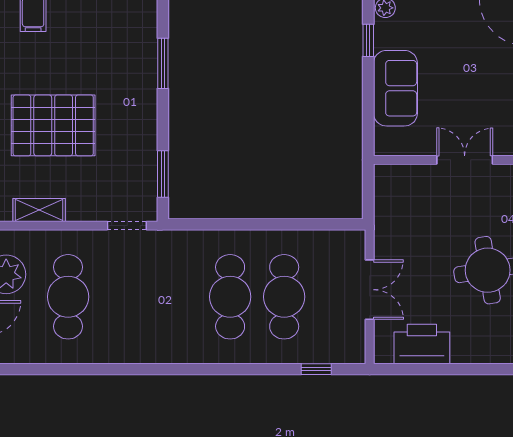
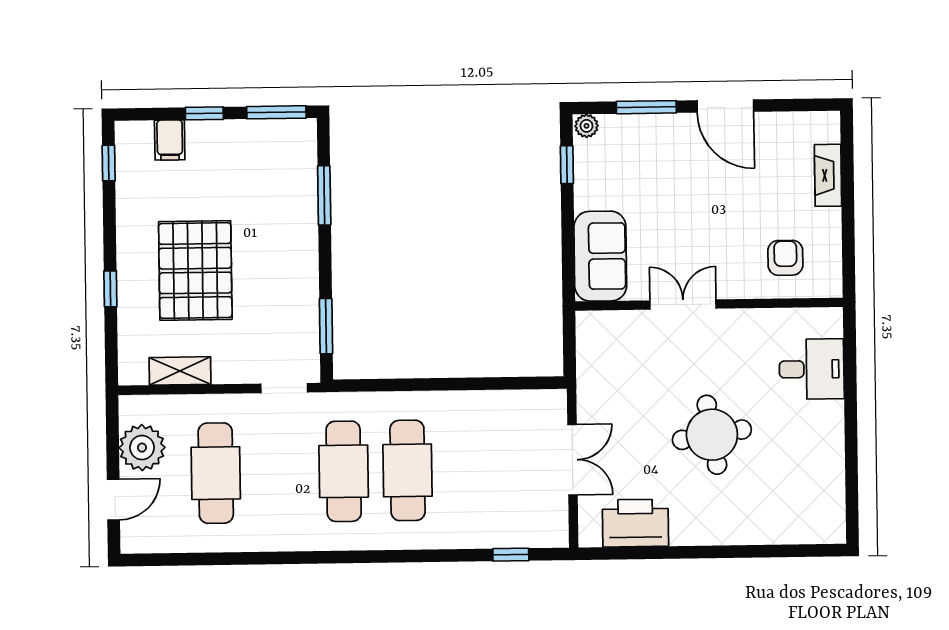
sofa: (395, 88) -> (600, 256), moved
pallet: (53, 125) -> (195, 271), turned 90
cafe table: (284, 297) -> (344, 471), moved

